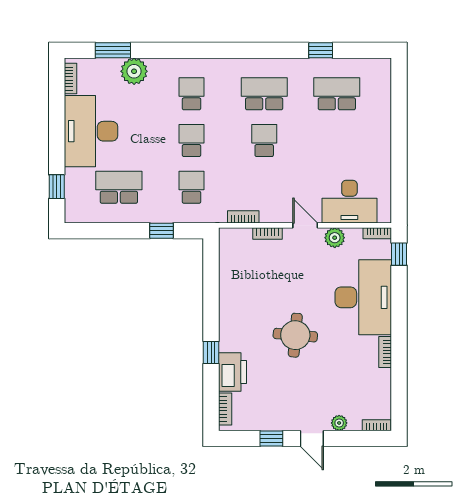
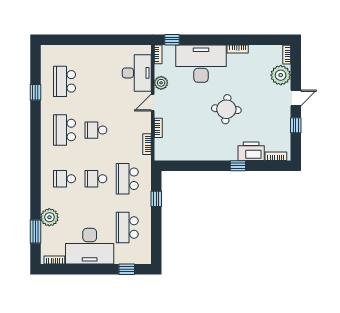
school desk: (192, 187) -> (127, 179), width x1.85
plant: (339, 423) -> (281, 75), width x1.88, depth x1.88

